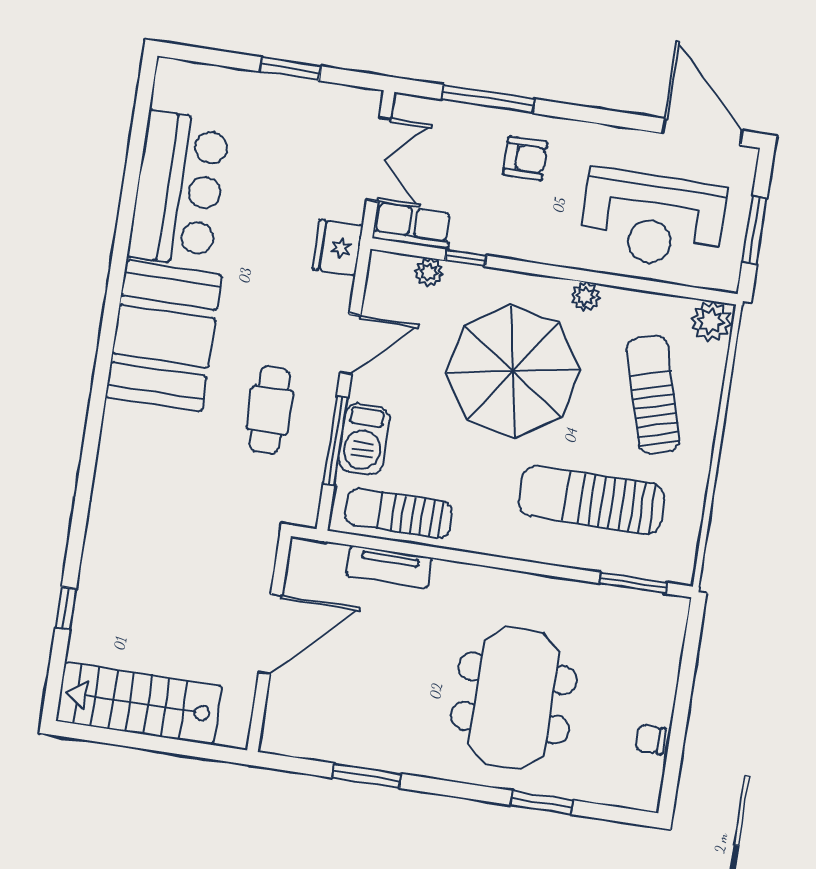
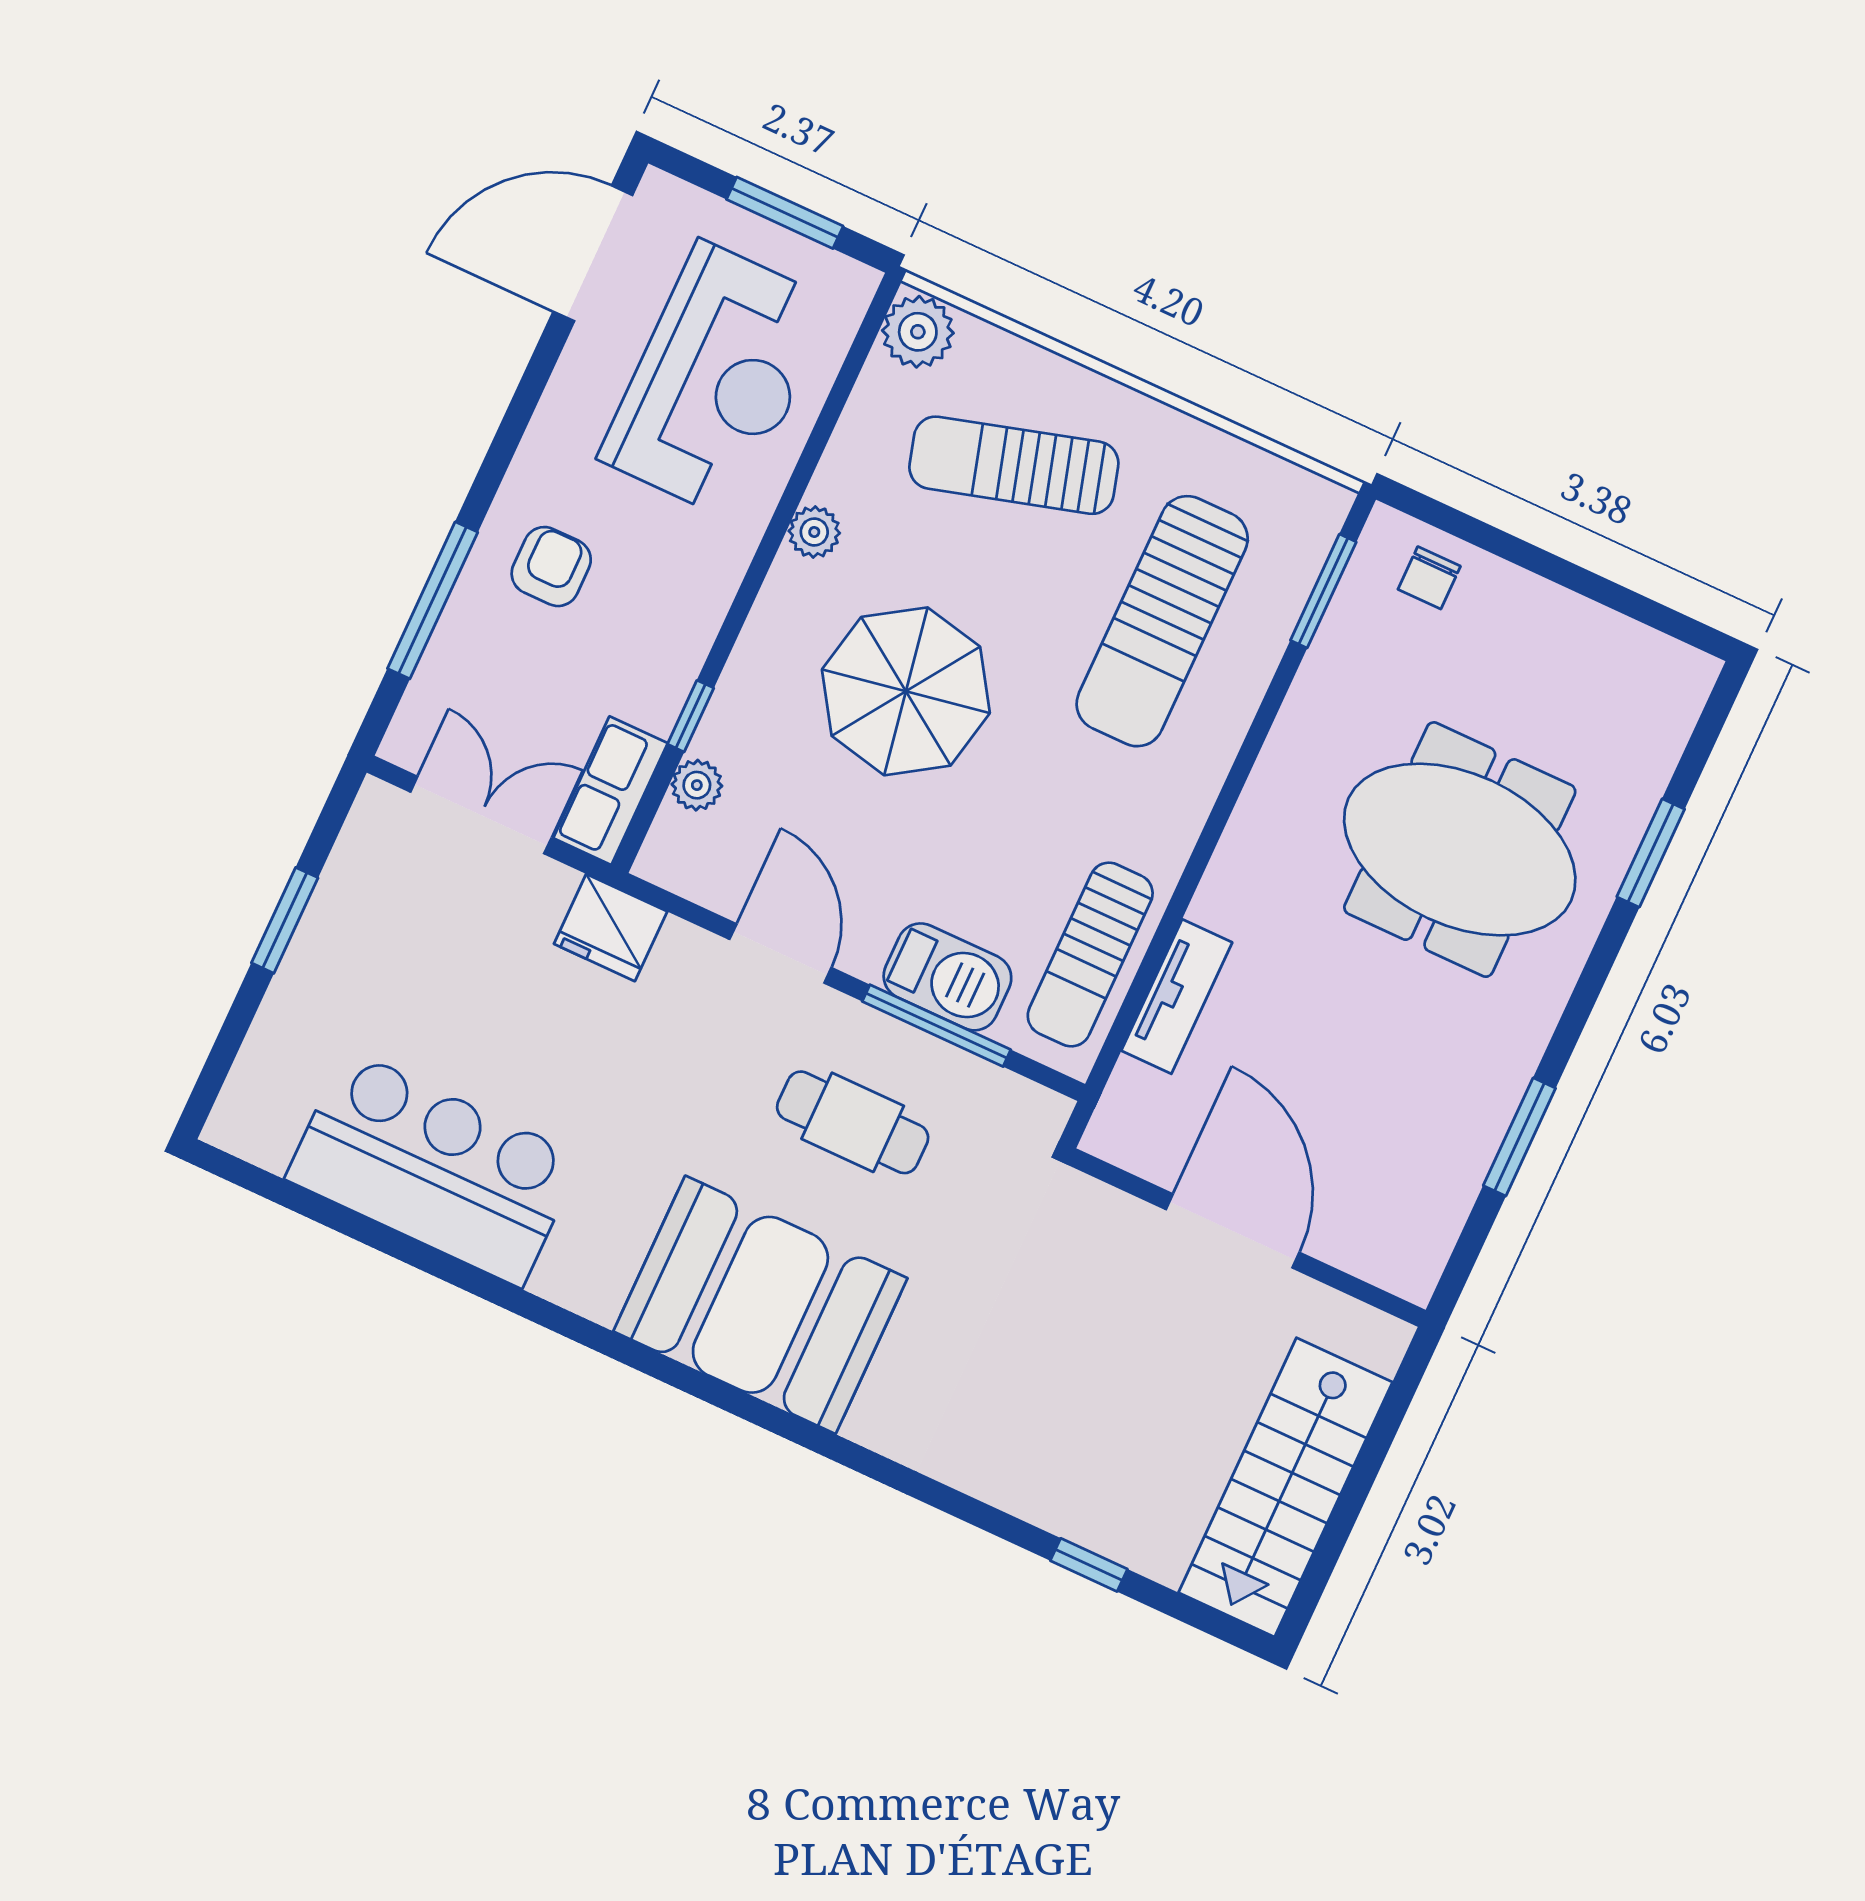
booth: (164, 336) -> (760, 1305), moved
parasol: (513, 371) -> (906, 691), width x0.73, depth x0.73
chair: (651, 739) -> (1429, 578), moved

